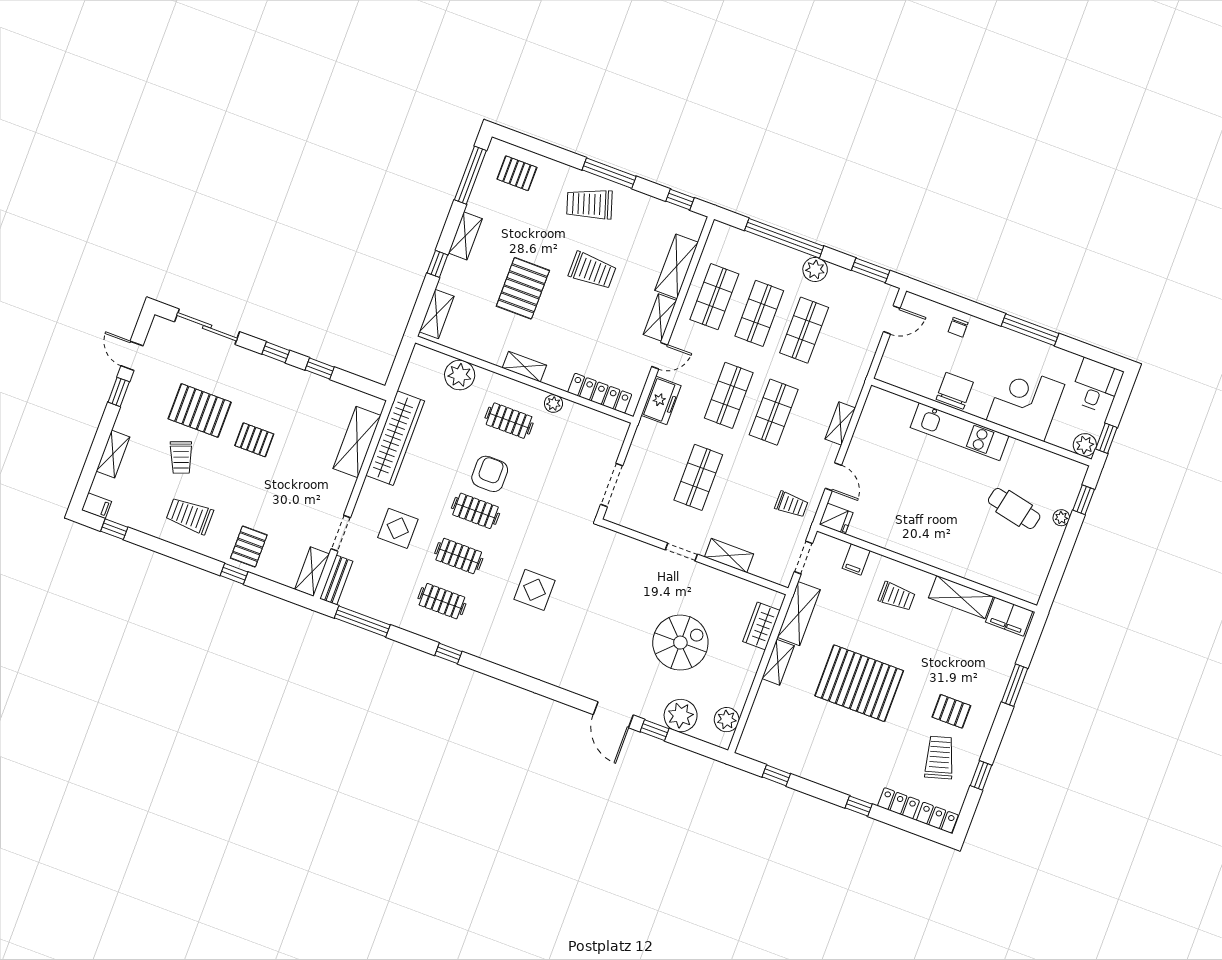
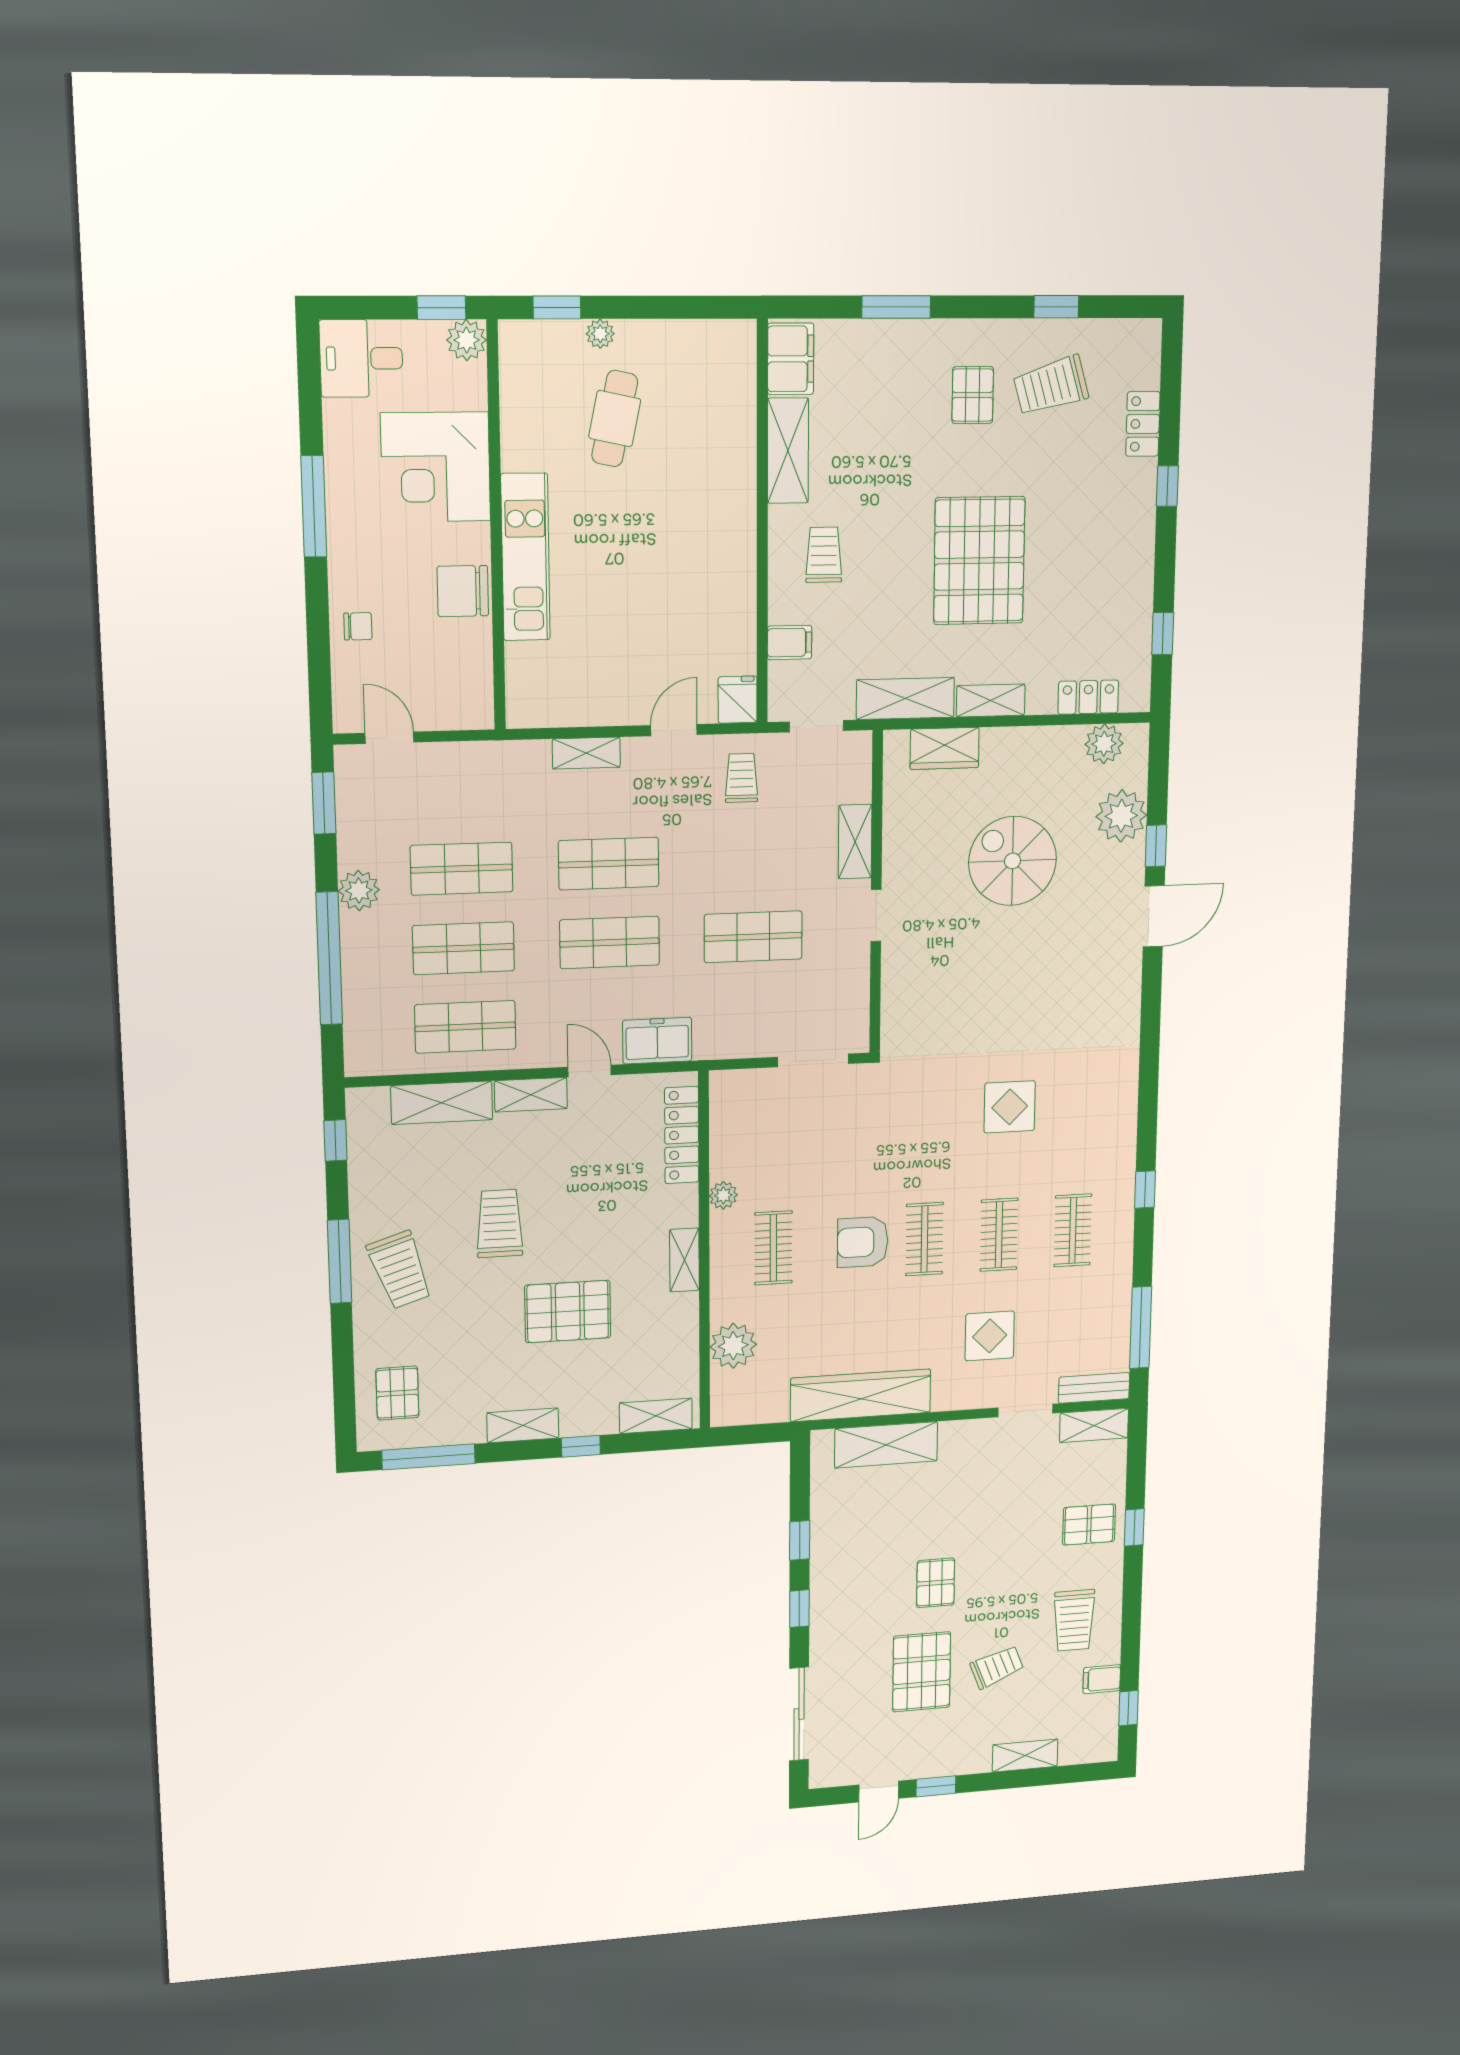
filing cabinet: (97, 506) -> (1102, 1679), moved, turned -90
locker: (937, 818) -> (1088, 697), moved, turned 90

